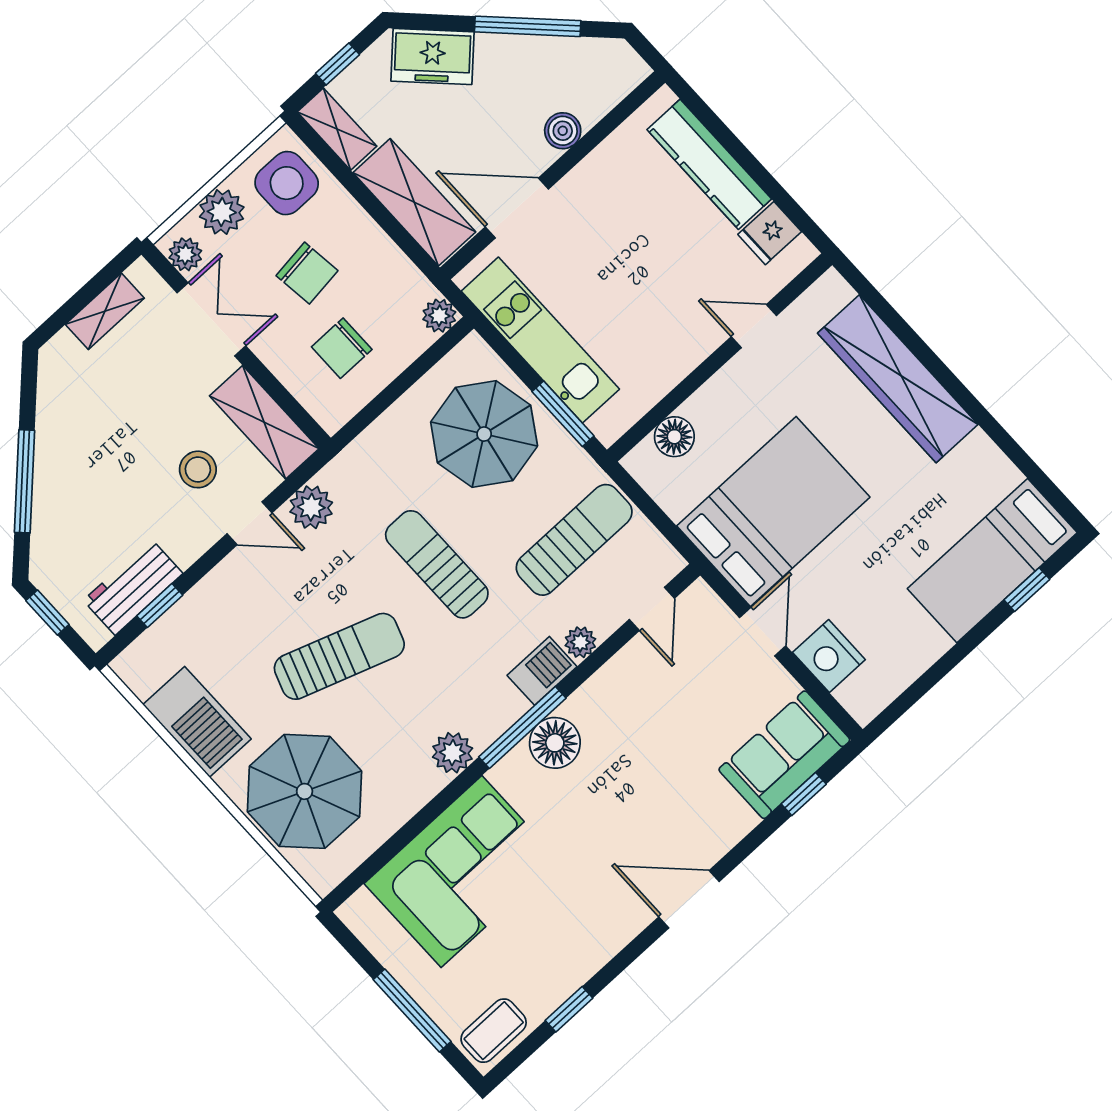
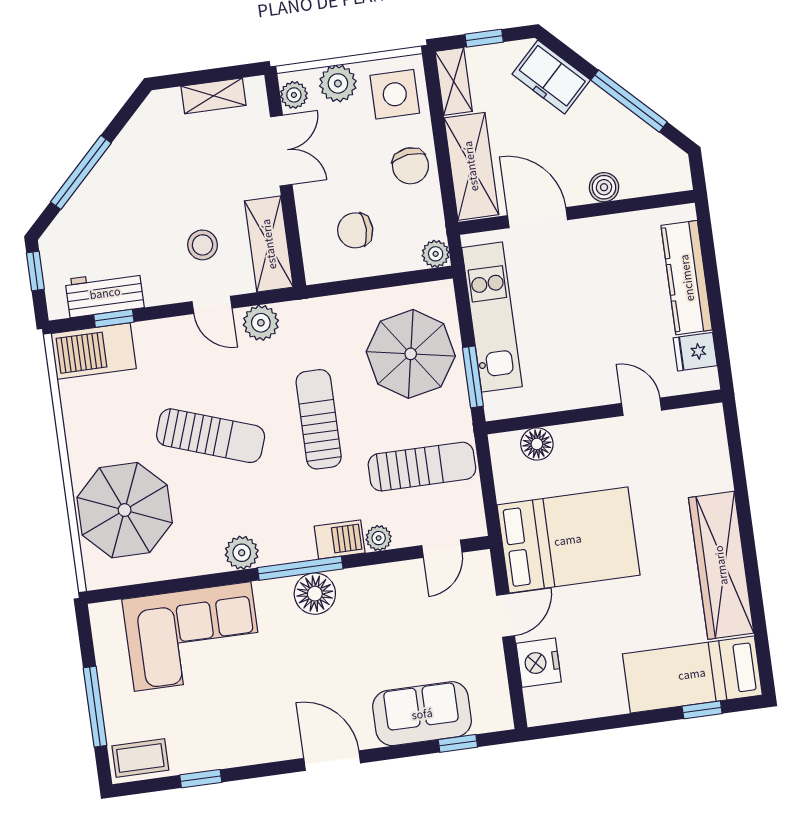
chair: (307, 273) -> (410, 166), moved
wardrobe: (898, 379) -> (721, 565), moved
barbecue: (197, 722) -> (93, 351), moved, turned 90
sofa: (784, 755) -> (422, 714), moved

